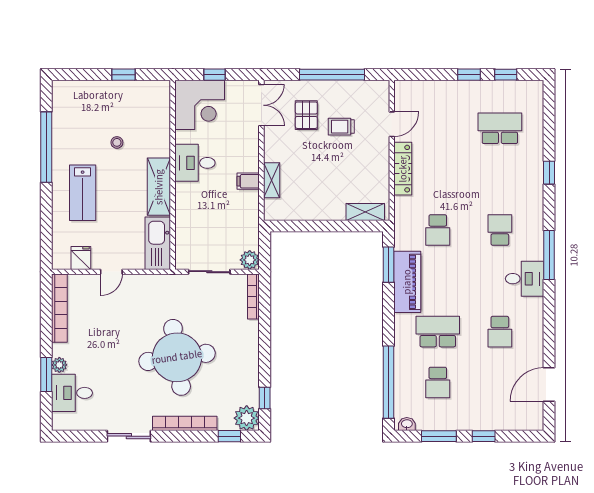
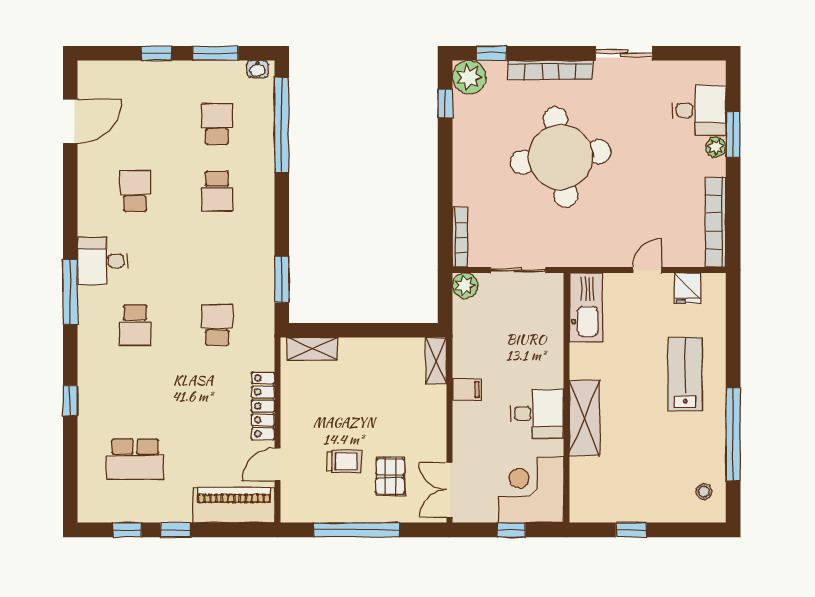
stool: (117, 142) -> (704, 492), moved
shelving: (272, 180) -> (436, 361), moved
shelving: (159, 187) -> (584, 418), moved
piano: (407, 282) -> (234, 505), moved, turned 90
school desk: (438, 332) -> (217, 191), width x0.54

